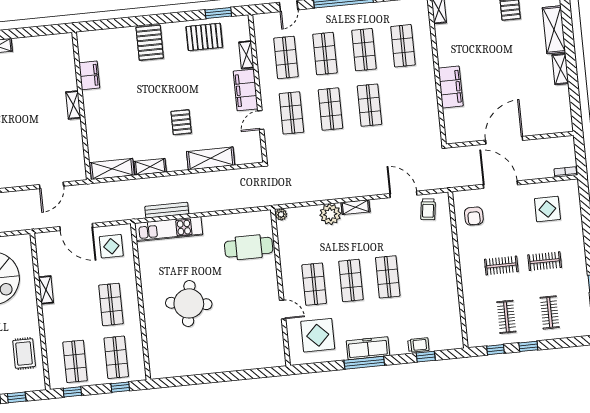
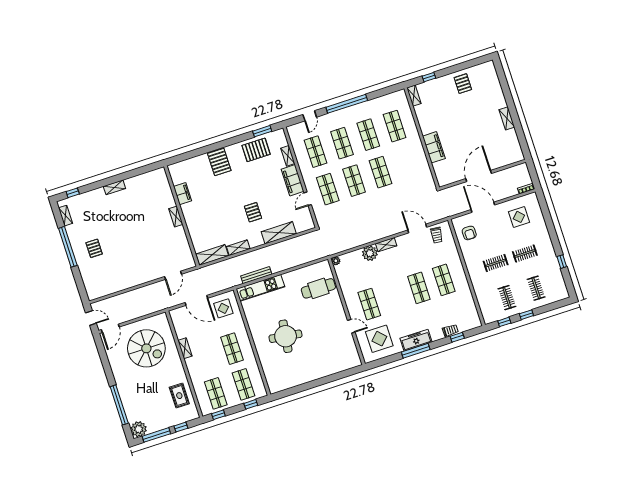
shelving: (554, 30) -> (496, 92), removed
shop shelf: (351, 281) -> (444, 280), moved

